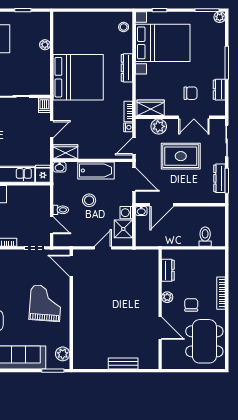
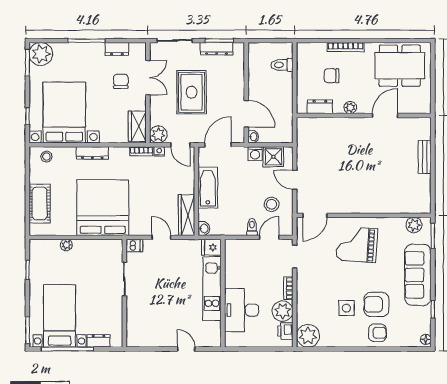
plant: (220, 17) -> (41, 54), width x1.88, depth x1.88
cot: (82, 21) -> (40, 203), added
plant: (159, 126) -> (158, 134), moved
wardrobe: (65, 152) -> (187, 215), width x1.50
stool: (89, 200) -> (272, 204), moved
chair: (191, 305) -> (332, 76), moved

